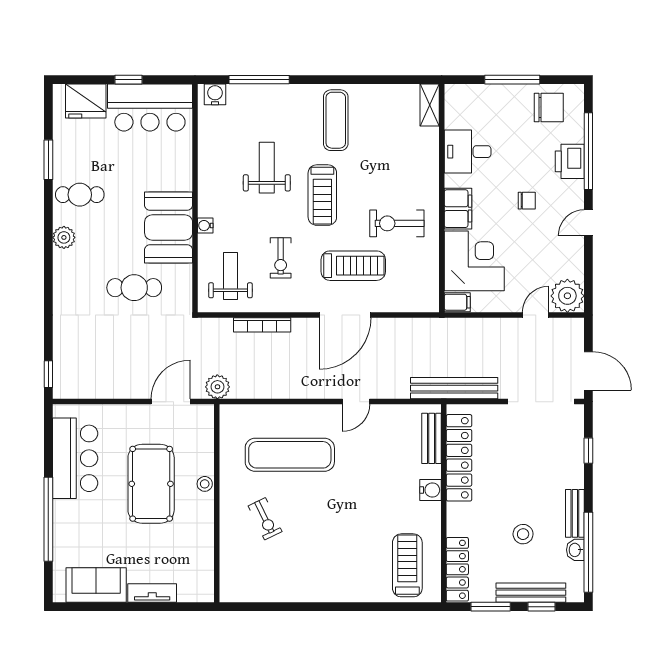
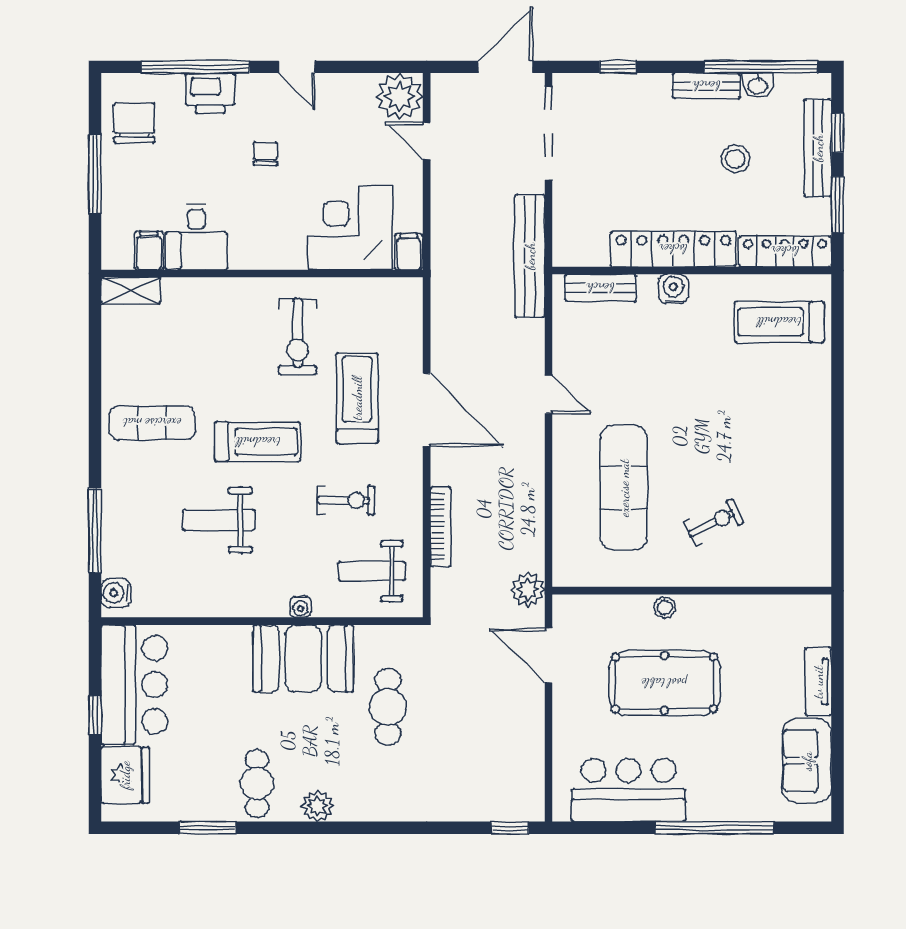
filing cabinet: (458, 209) -> (149, 251), moved, width x0.50
locker: (459, 458) -> (673, 249), moved

